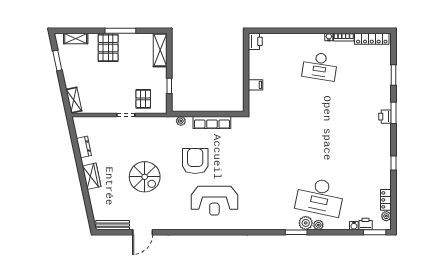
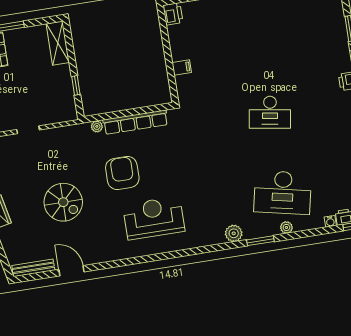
desk: (320, 66) -> (270, 112), moved
pallet: (143, 99) -> (46, 106), removed
row of seats: (212, 122) -> (135, 122), width x1.36
reception desk: (214, 201) -> (154, 218), turned 180
plant: (306, 223) -> (234, 233), moved
door: (143, 232) -> (71, 271), swing flipped

